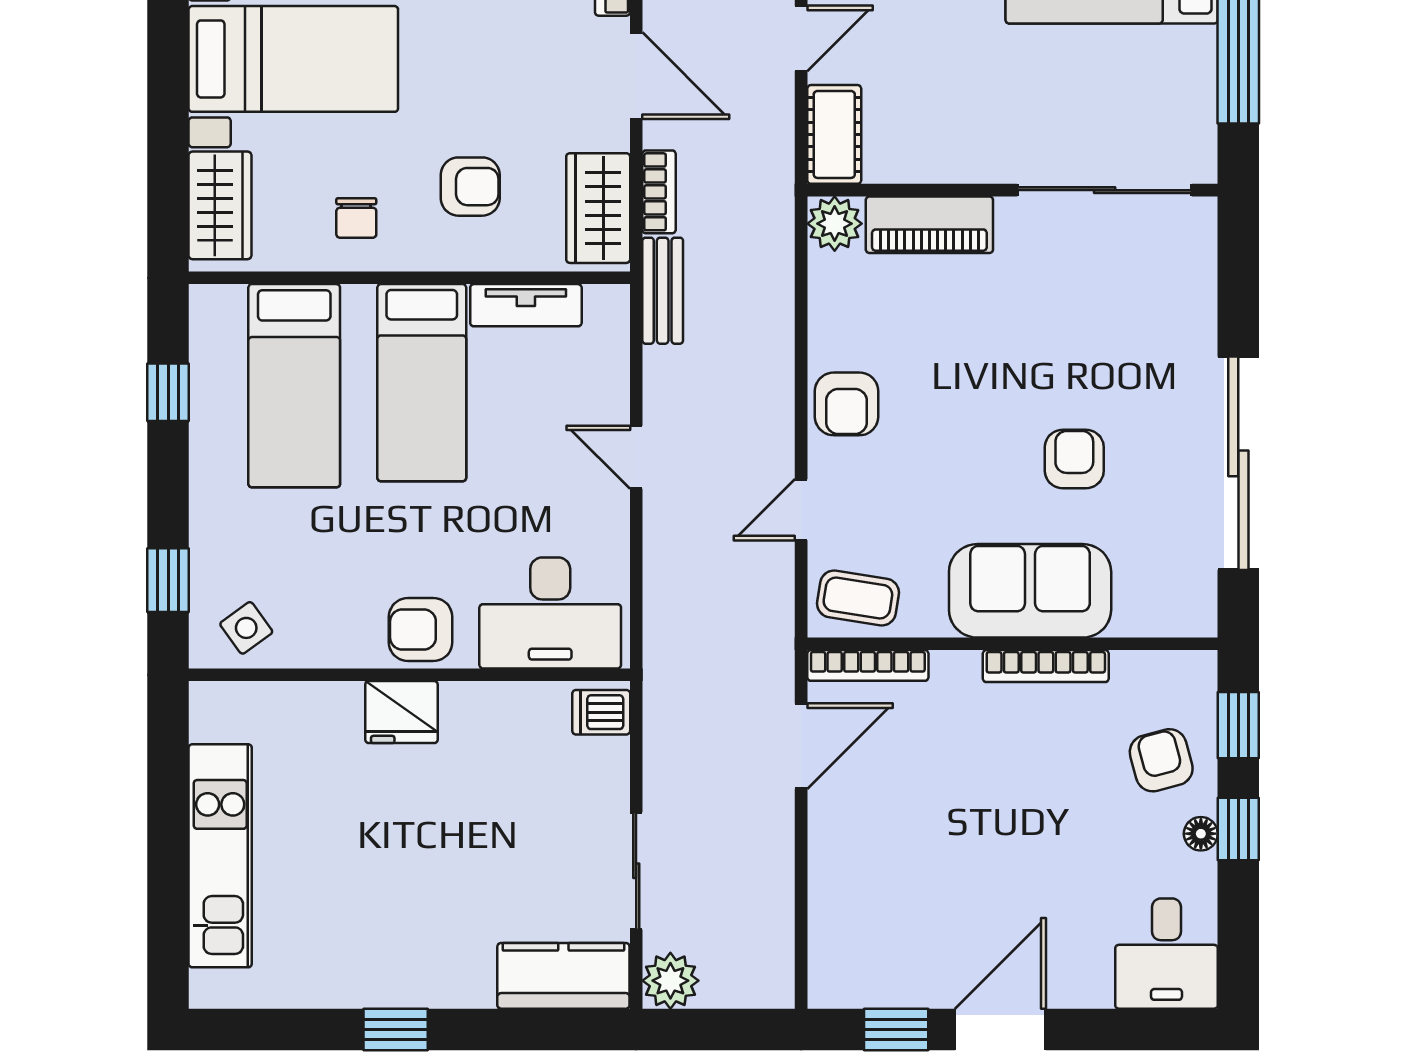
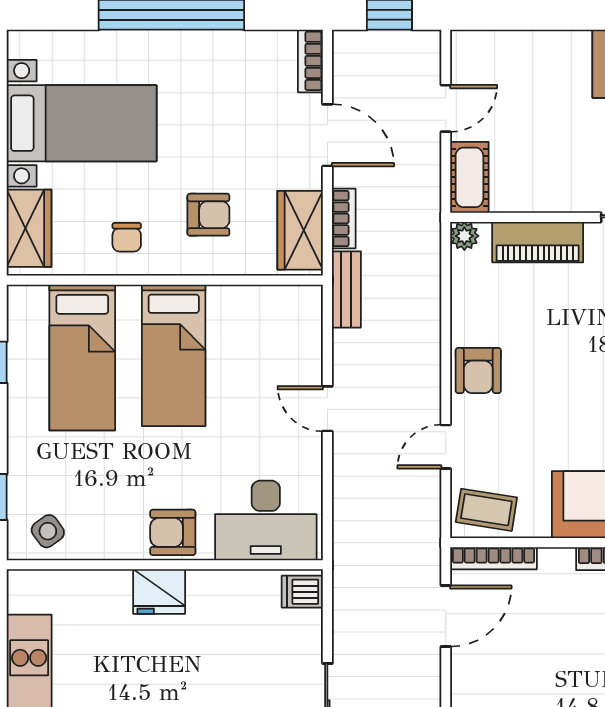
plant: (835, 224) -> (464, 236), width x0.73, depth x0.73
tv unit: (526, 305) -> (248, 300), removed

